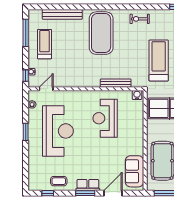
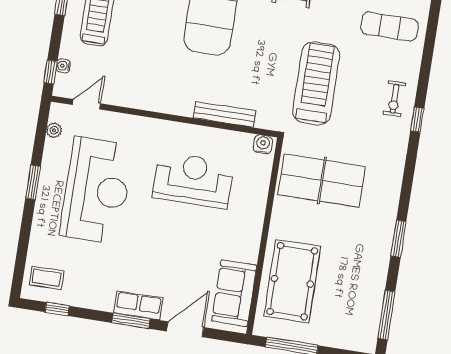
reception desk: (105, 118) -> (193, 180), turned 90
coffee table: (59, 181) -> (47, 278), moved

